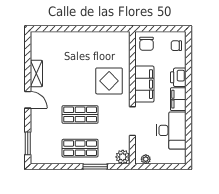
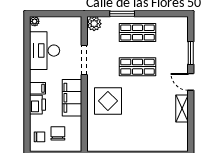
chair: (147, 44) -> (58, 133), moved
filing cabinet: (178, 99) -> (38, 88), width x0.50
window: (28, 143) -> (191, 53), moved
plant: (146, 159) -> (35, 21), moved

